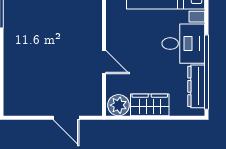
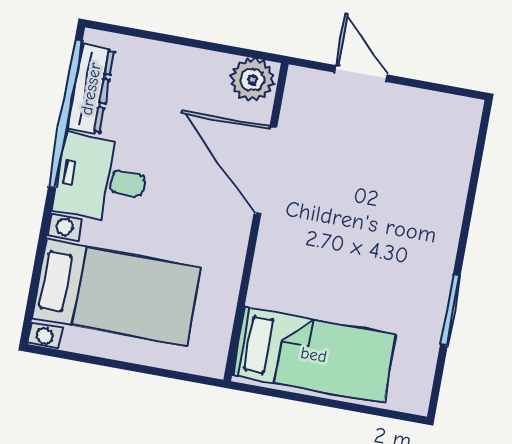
door: (104, 62) -> (265, 170), width x1.87
wardrobe: (150, 105) -> (190, 69), removed

